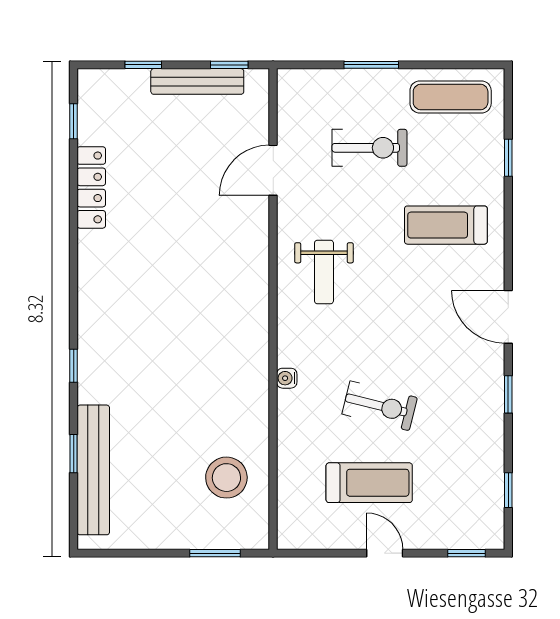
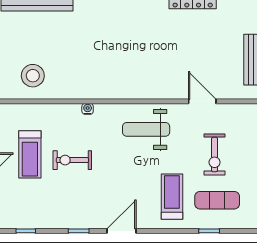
exercise mat: (451, 97) -> (217, 200), moved, turned 90
weight bench: (324, 272) -> (146, 129), width x1.36, depth x1.33
exercise bike: (380, 406) -> (72, 160), turned 76

